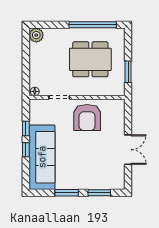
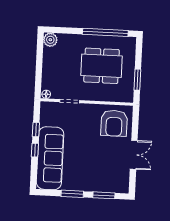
armchair: (87, 117) -> (114, 123), moved

